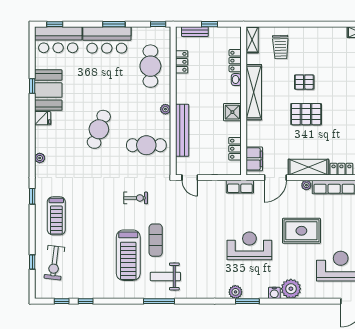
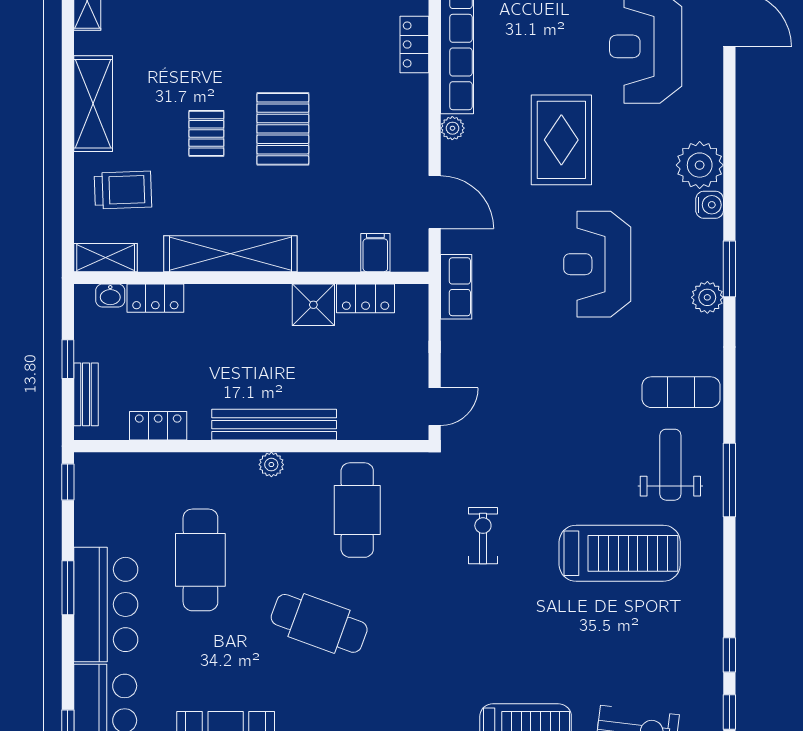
cafe table: (150, 66) -> (200, 560), moved, turned 90
washbasin: (236, 80) -> (110, 295), moved
shower: (232, 112) -> (313, 305), moved
bench: (182, 130) -> (274, 425), moved
filing cabinet: (254, 159) -> (375, 253), width x0.50
shelving: (308, 167) -> (93, 104), moved
exercise mat: (156, 240) -> (681, 392), moved
weight bench: (165, 276) -> (670, 465), turned 180

